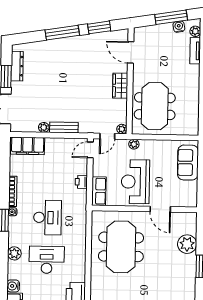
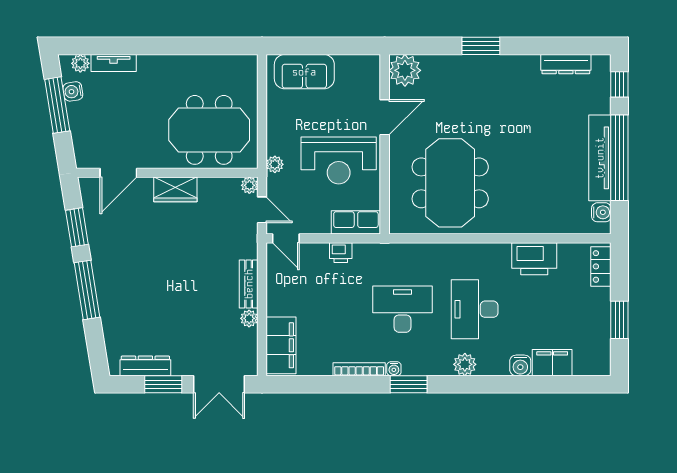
plant: (187, 244) -> (405, 70), moved
meeting table: (121, 247) -> (450, 183), turned 90

